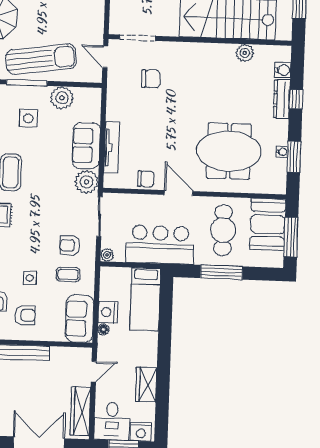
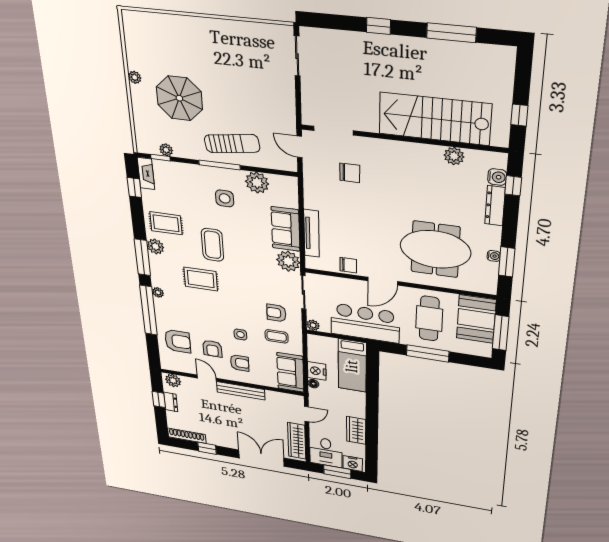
sun lounger: (41, 59) -> (232, 144), width x0.73, depth x0.75
window: (296, 99) -> (513, 186), moved
door: (179, 193) -> (383, 281), swing flipped

